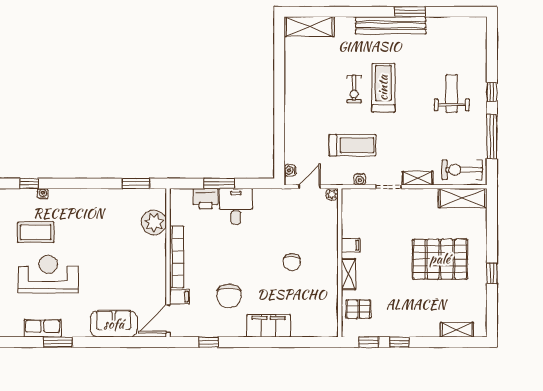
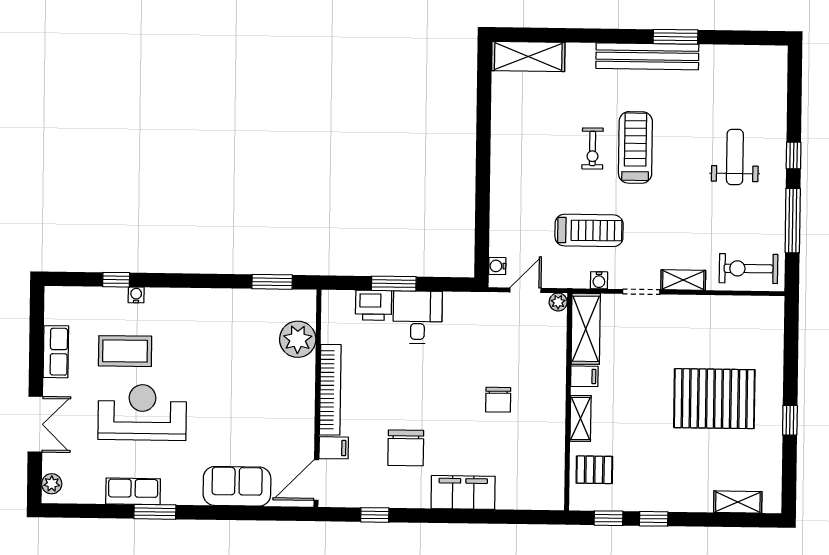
shelving: (463, 198) -> (586, 329), moved, turned 90

